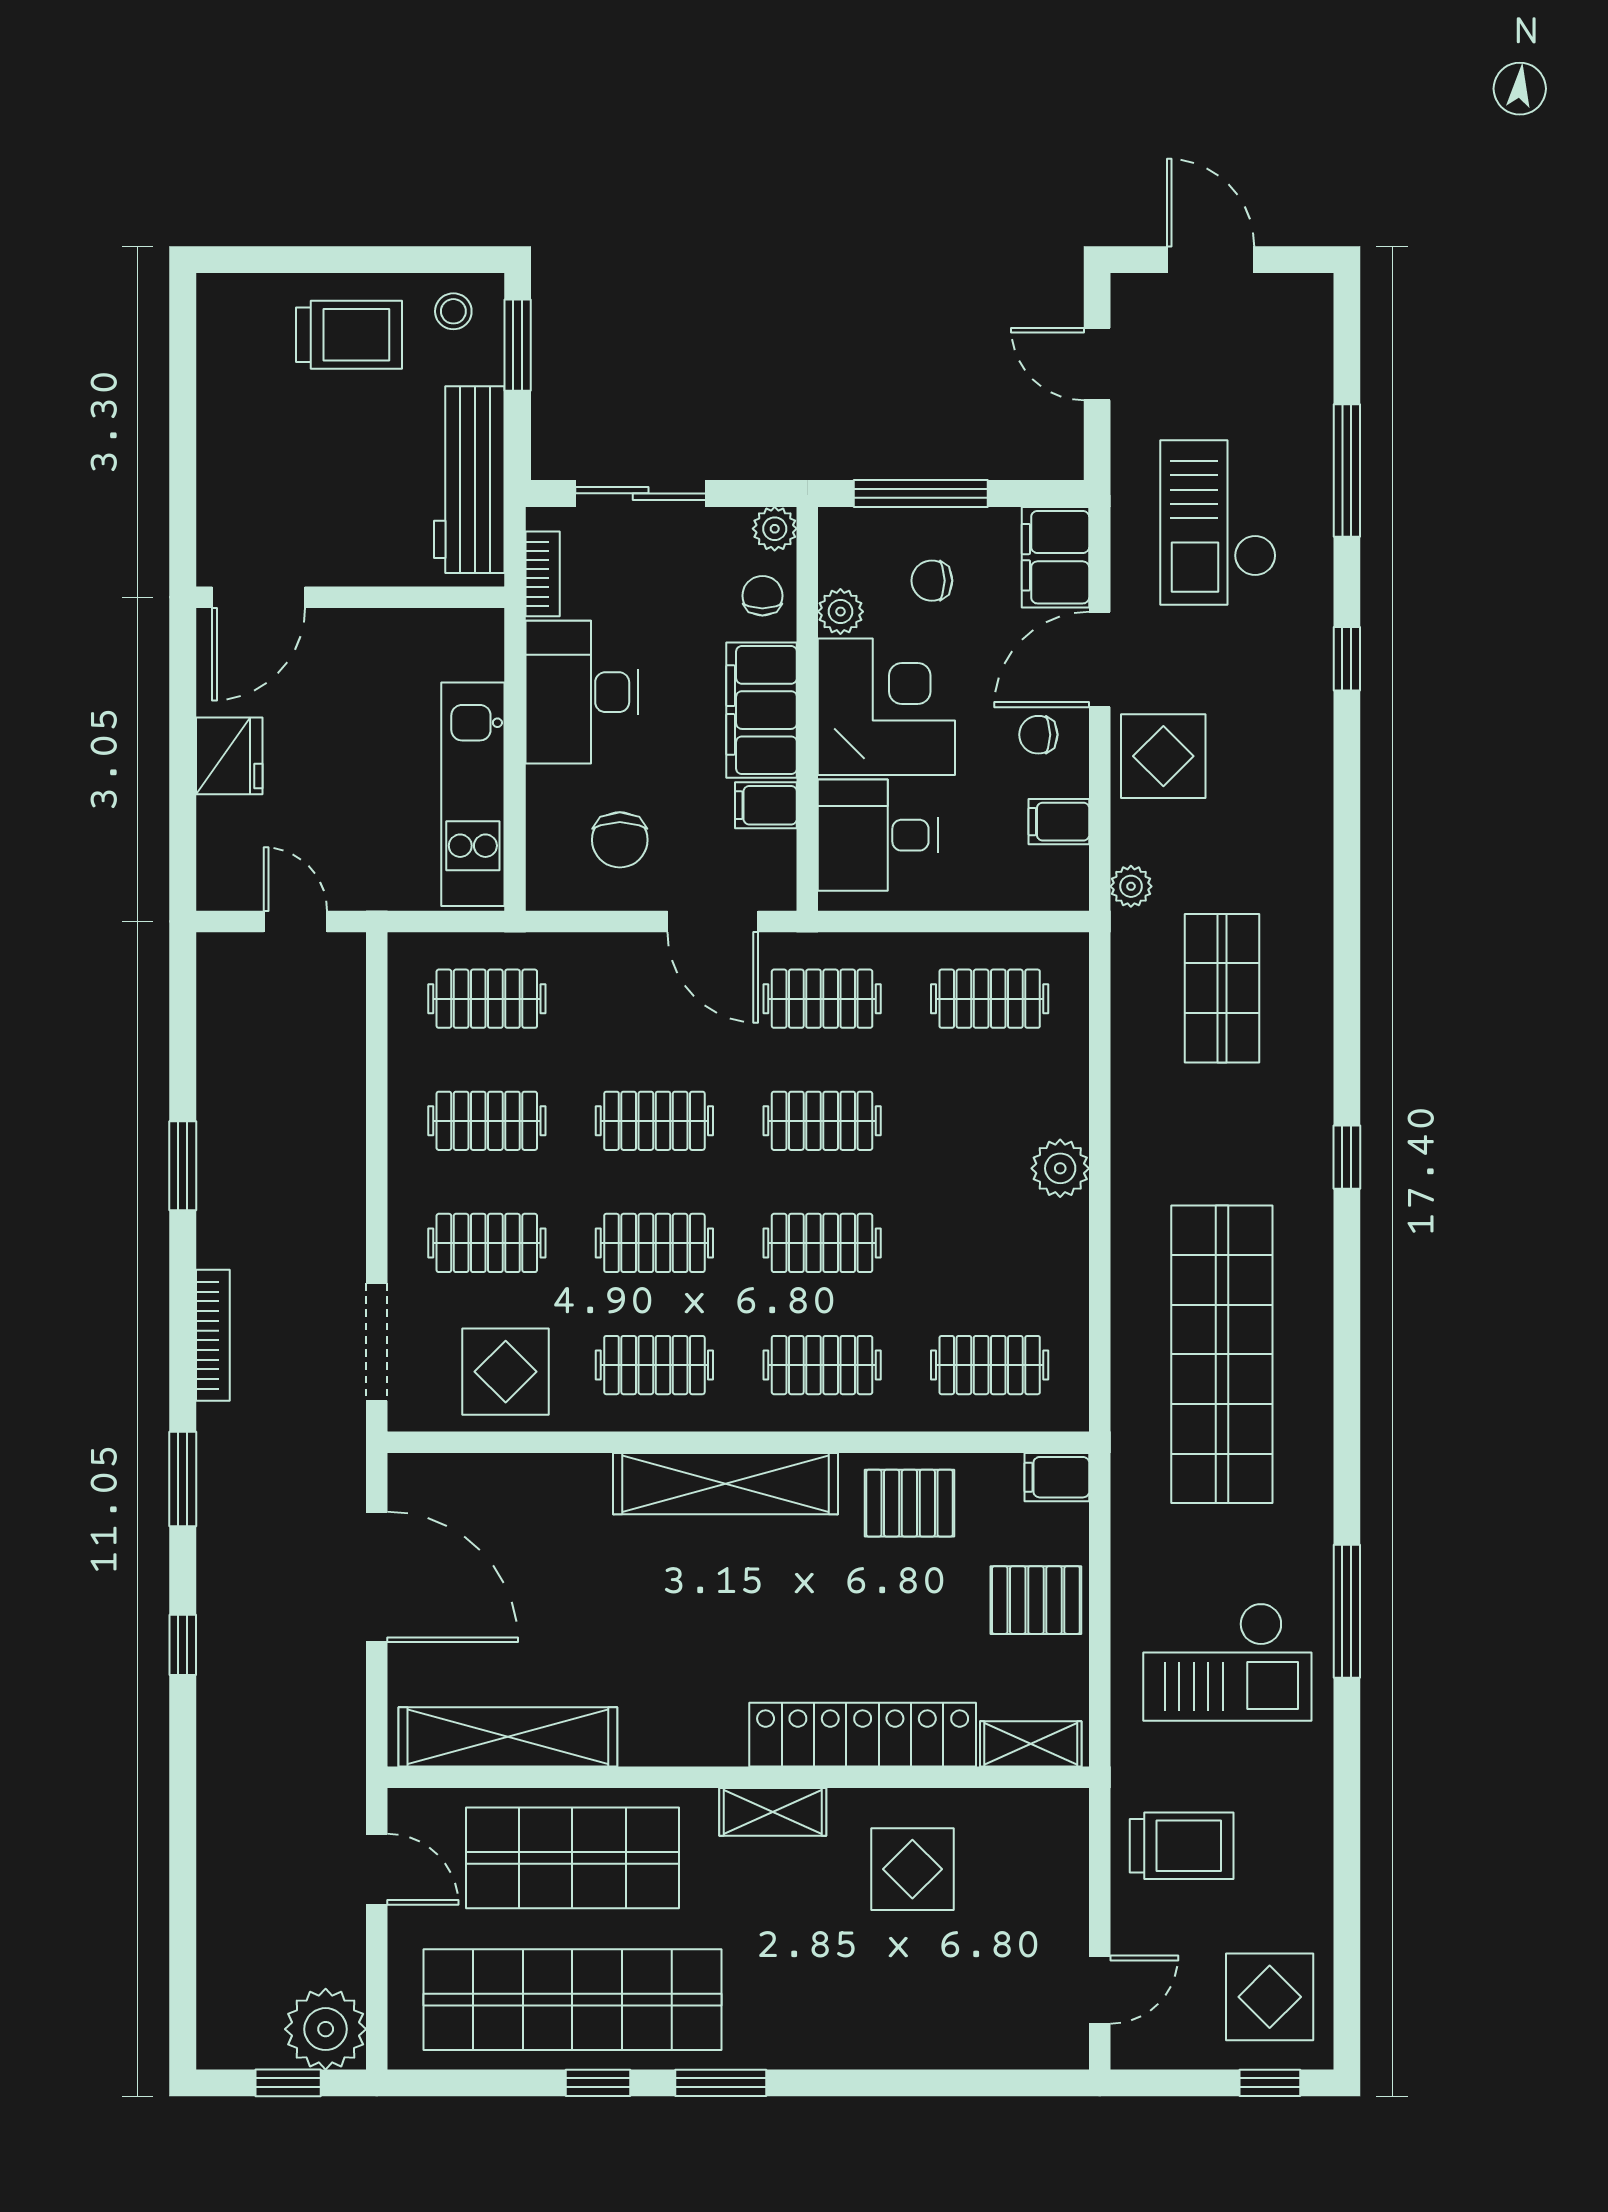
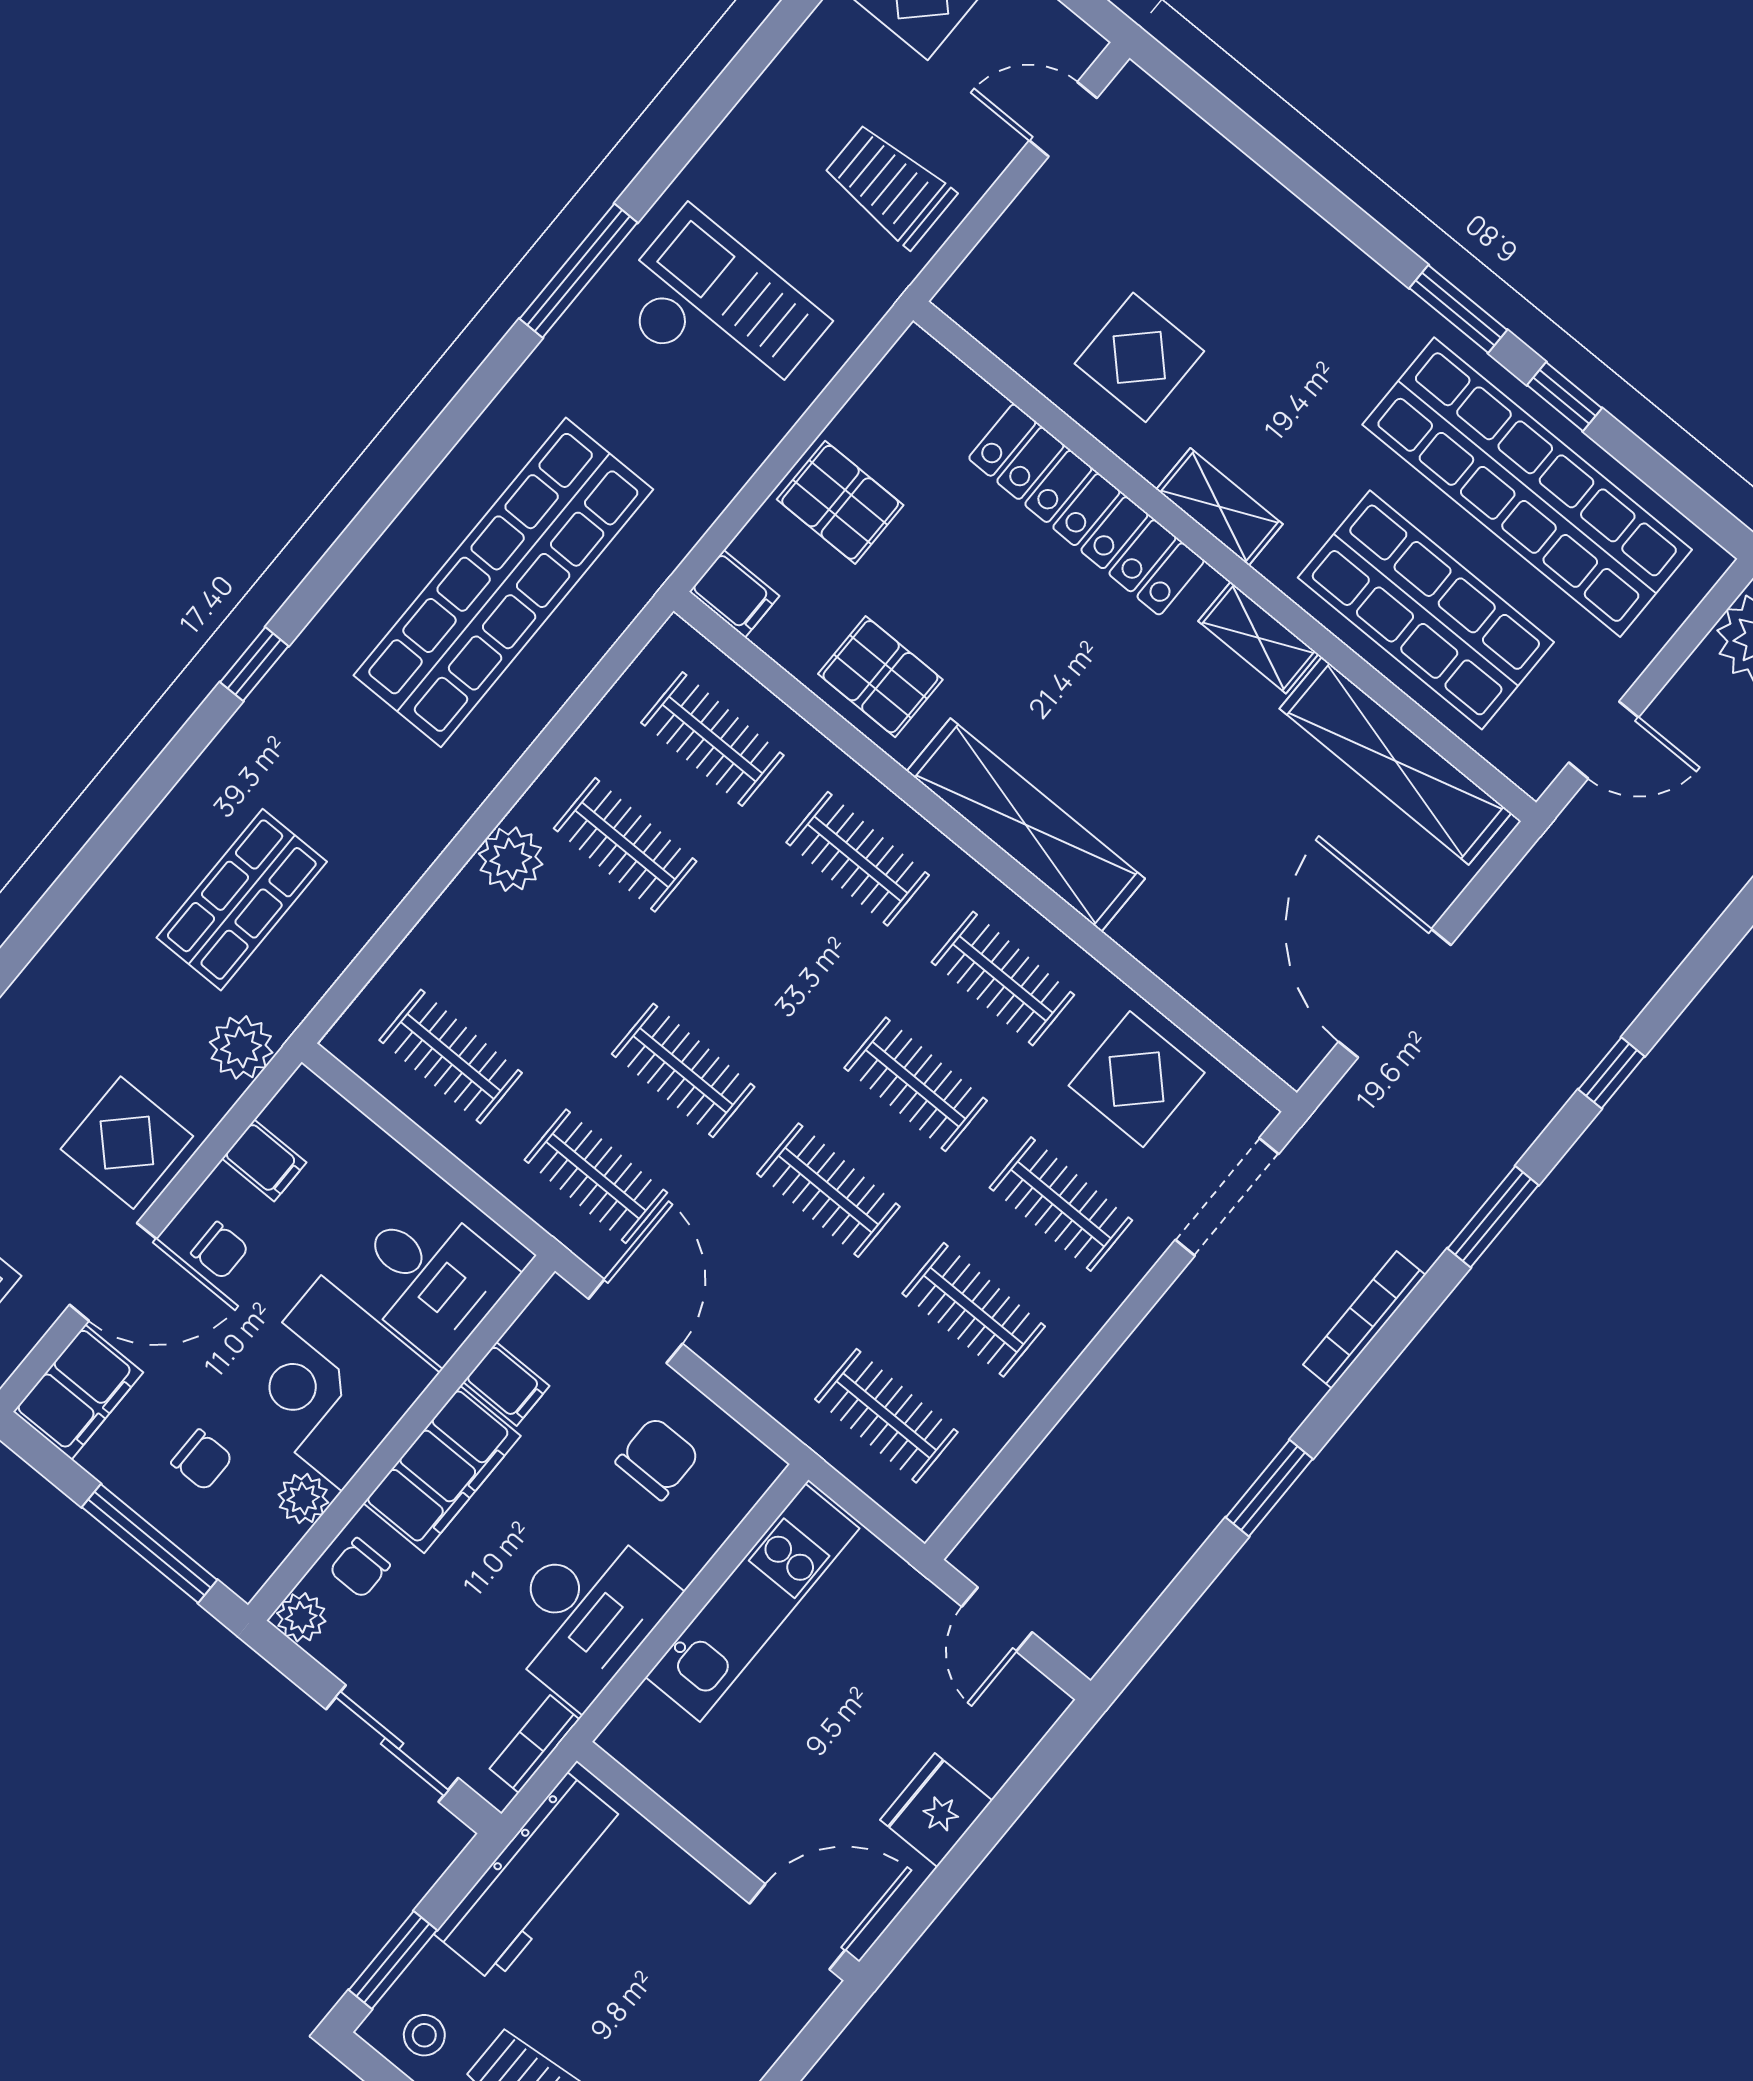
plant: (1131, 886) -> (241, 1047), width x1.38, depth x1.38
clothes rail: (822, 1243) -> (625, 845), moved
shelving: (1031, 1744) -> (1258, 638), moved
door: (377, 1869) -> (1604, 740), swing flipped

